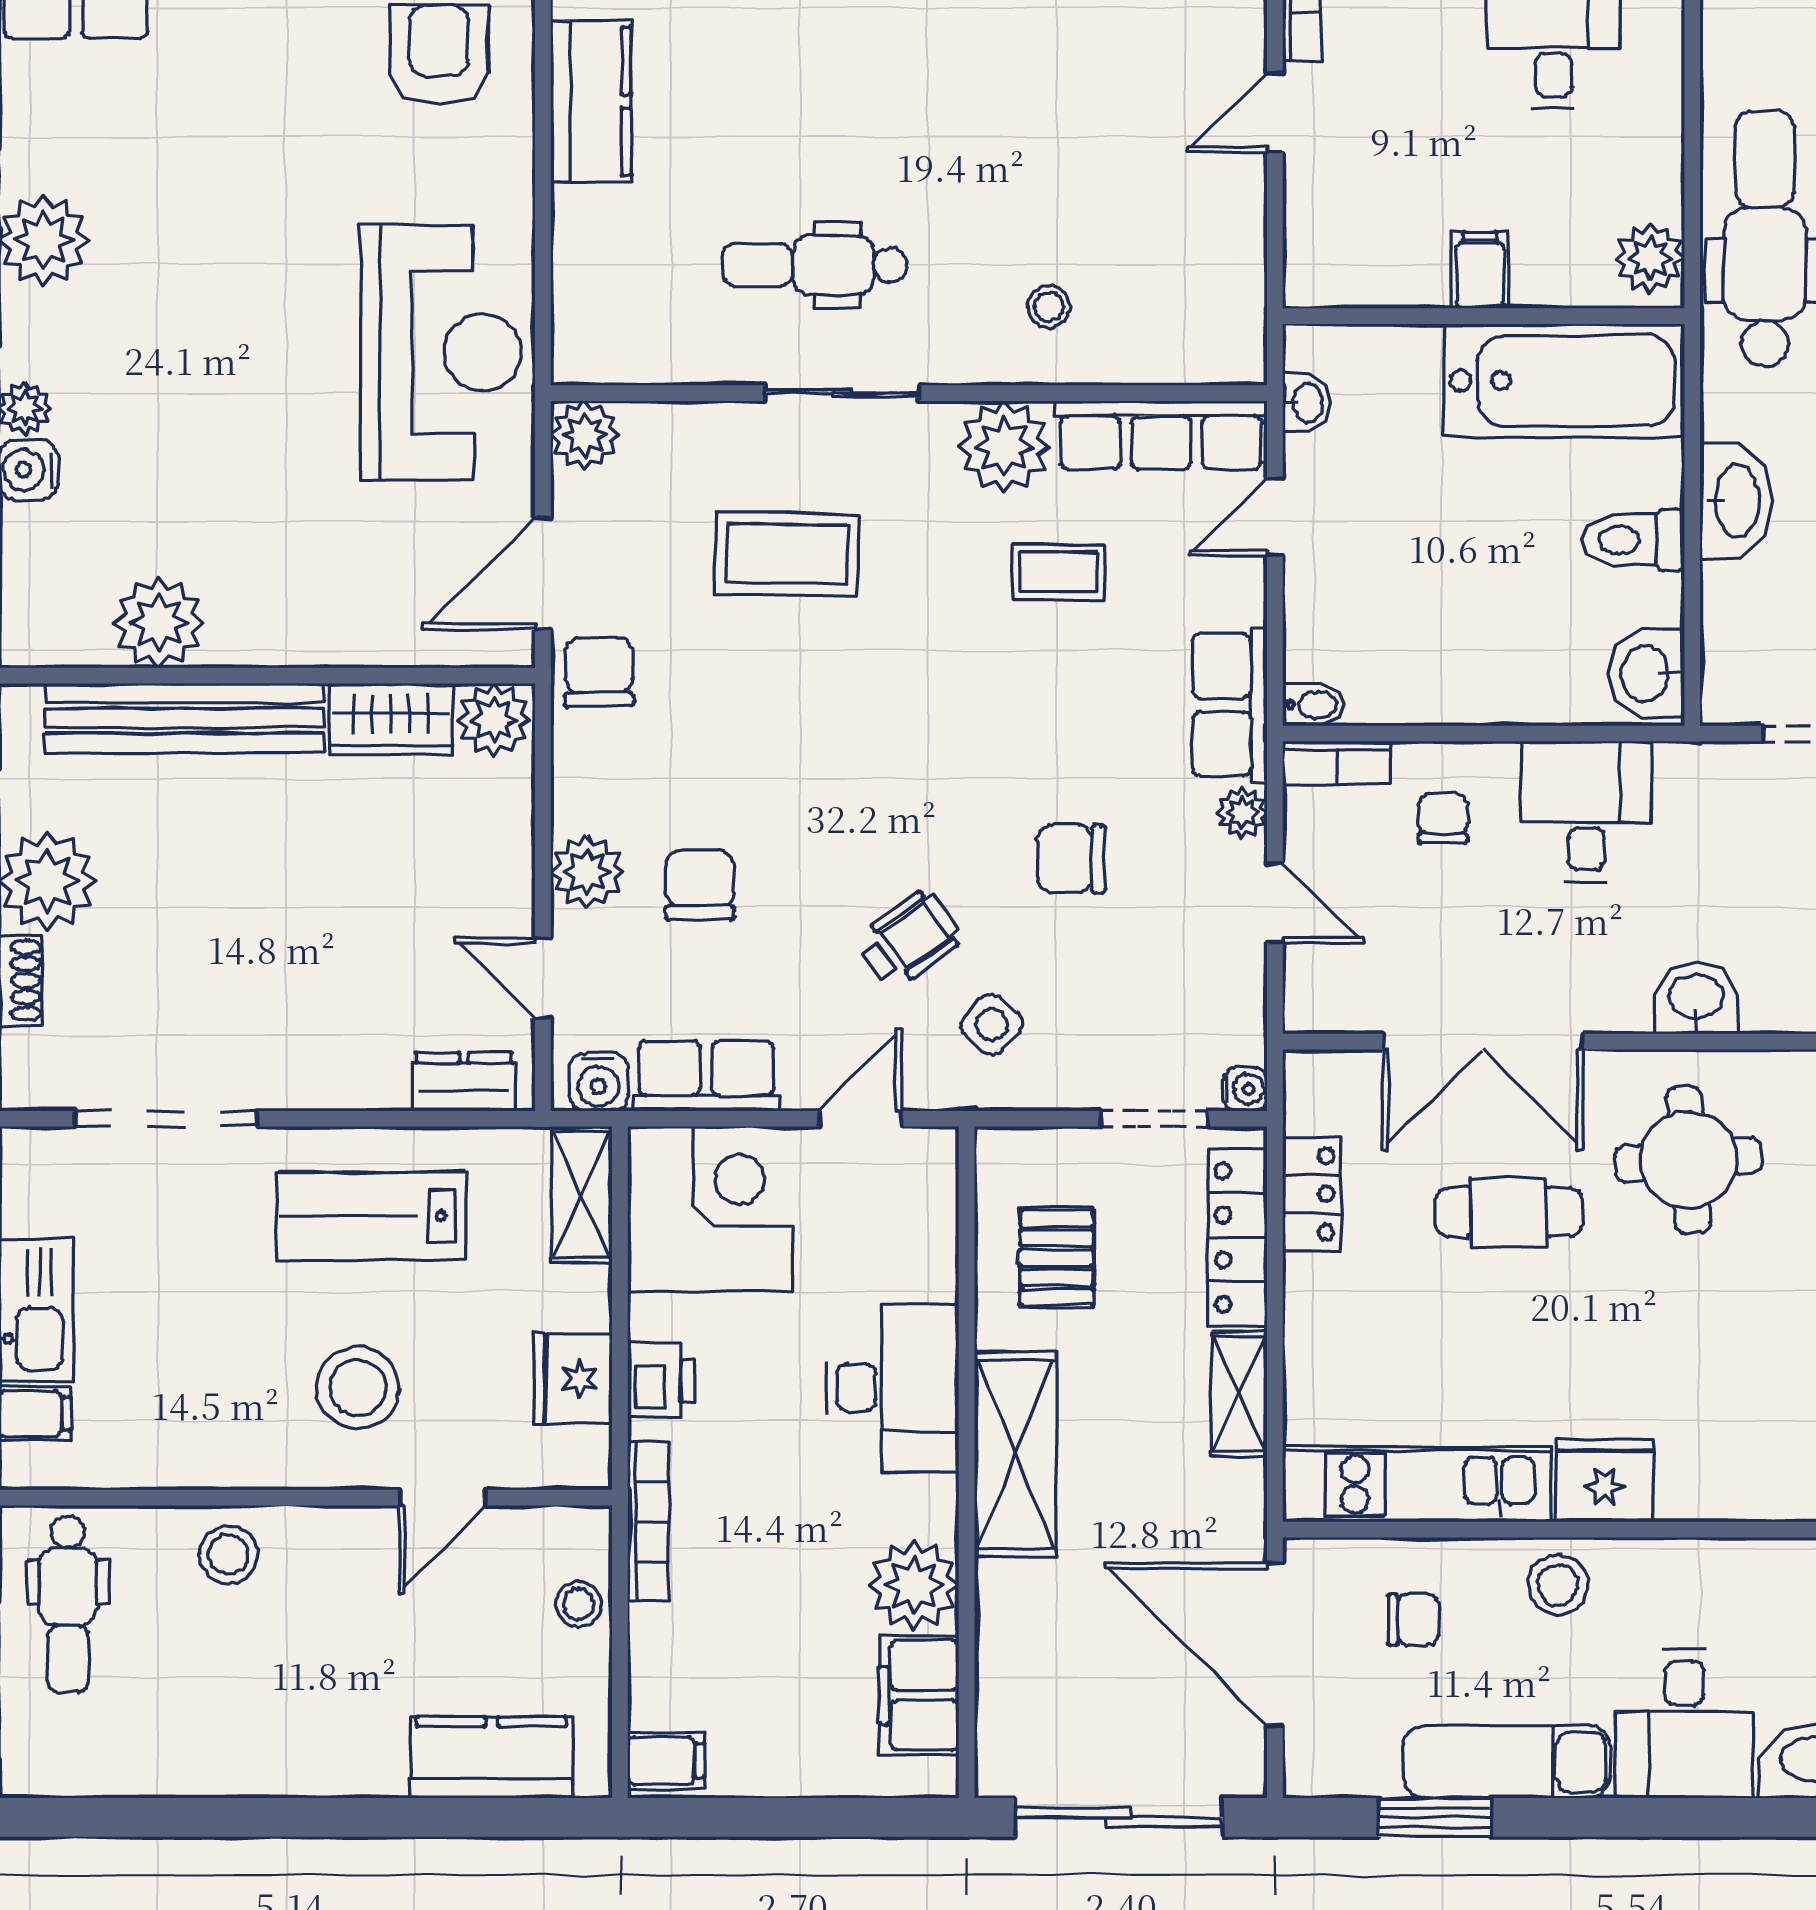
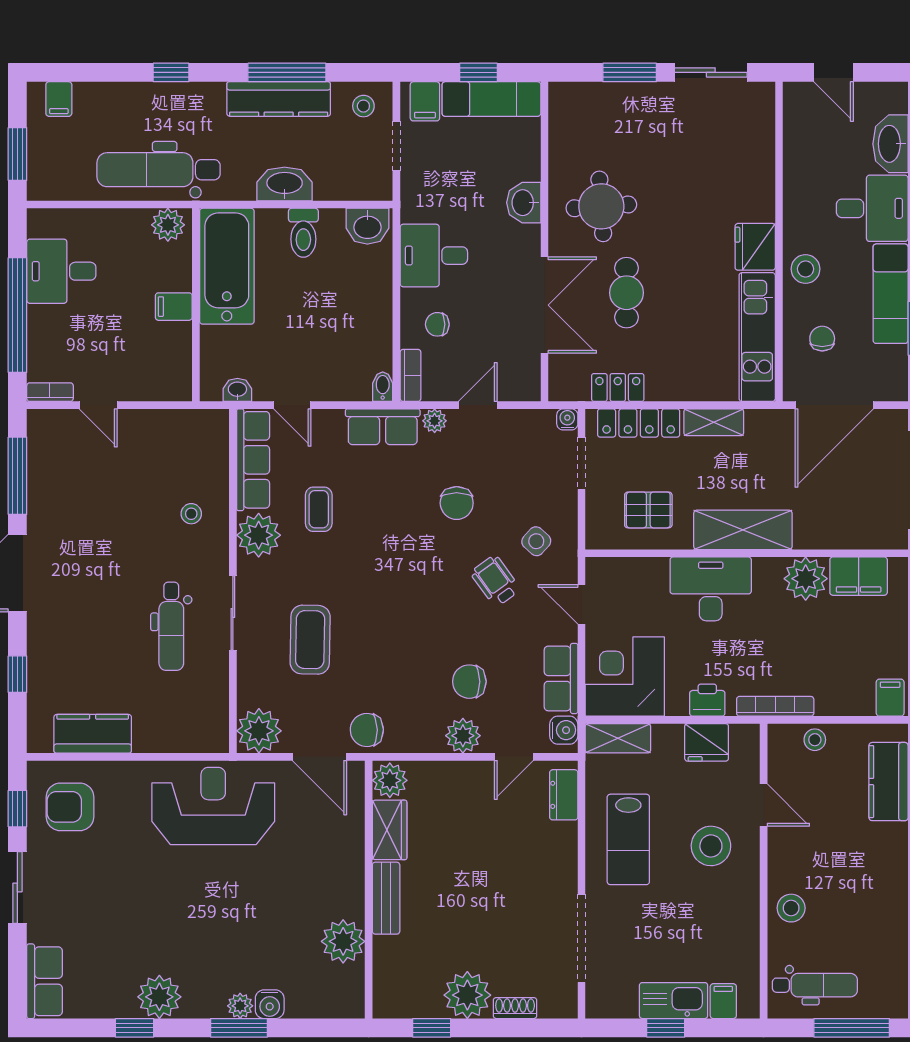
plant: (585, 435) -> (259, 731), width x1.36, depth x1.36
bench: (184, 718) -> (386, 898), width x0.54, depth x0.82

